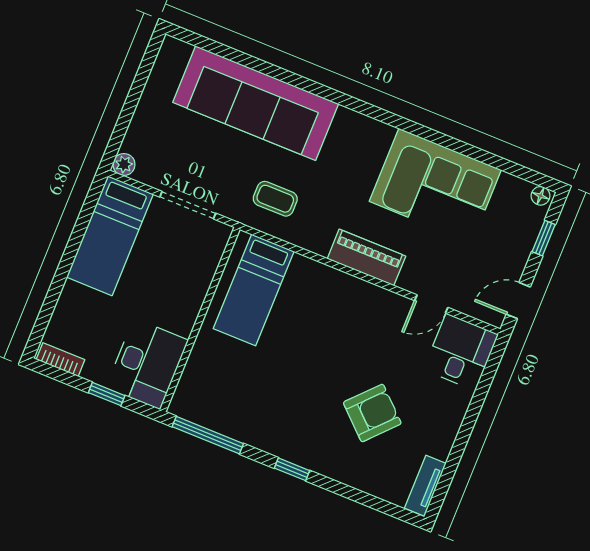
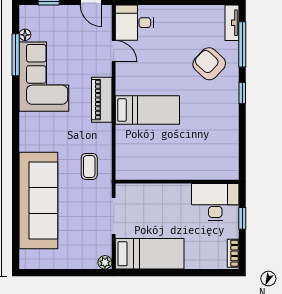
window: (485, 157) -> (16, 55), added
floor lamp: (541, 196) -> (25, 35), moved
bed: (254, 290) -> (147, 110), moved
armchair: (372, 413) -> (209, 64), moved
window: (208, 435) -> (242, 44), moved
tv unit: (425, 486) -> (232, 23), moved, turned 90

